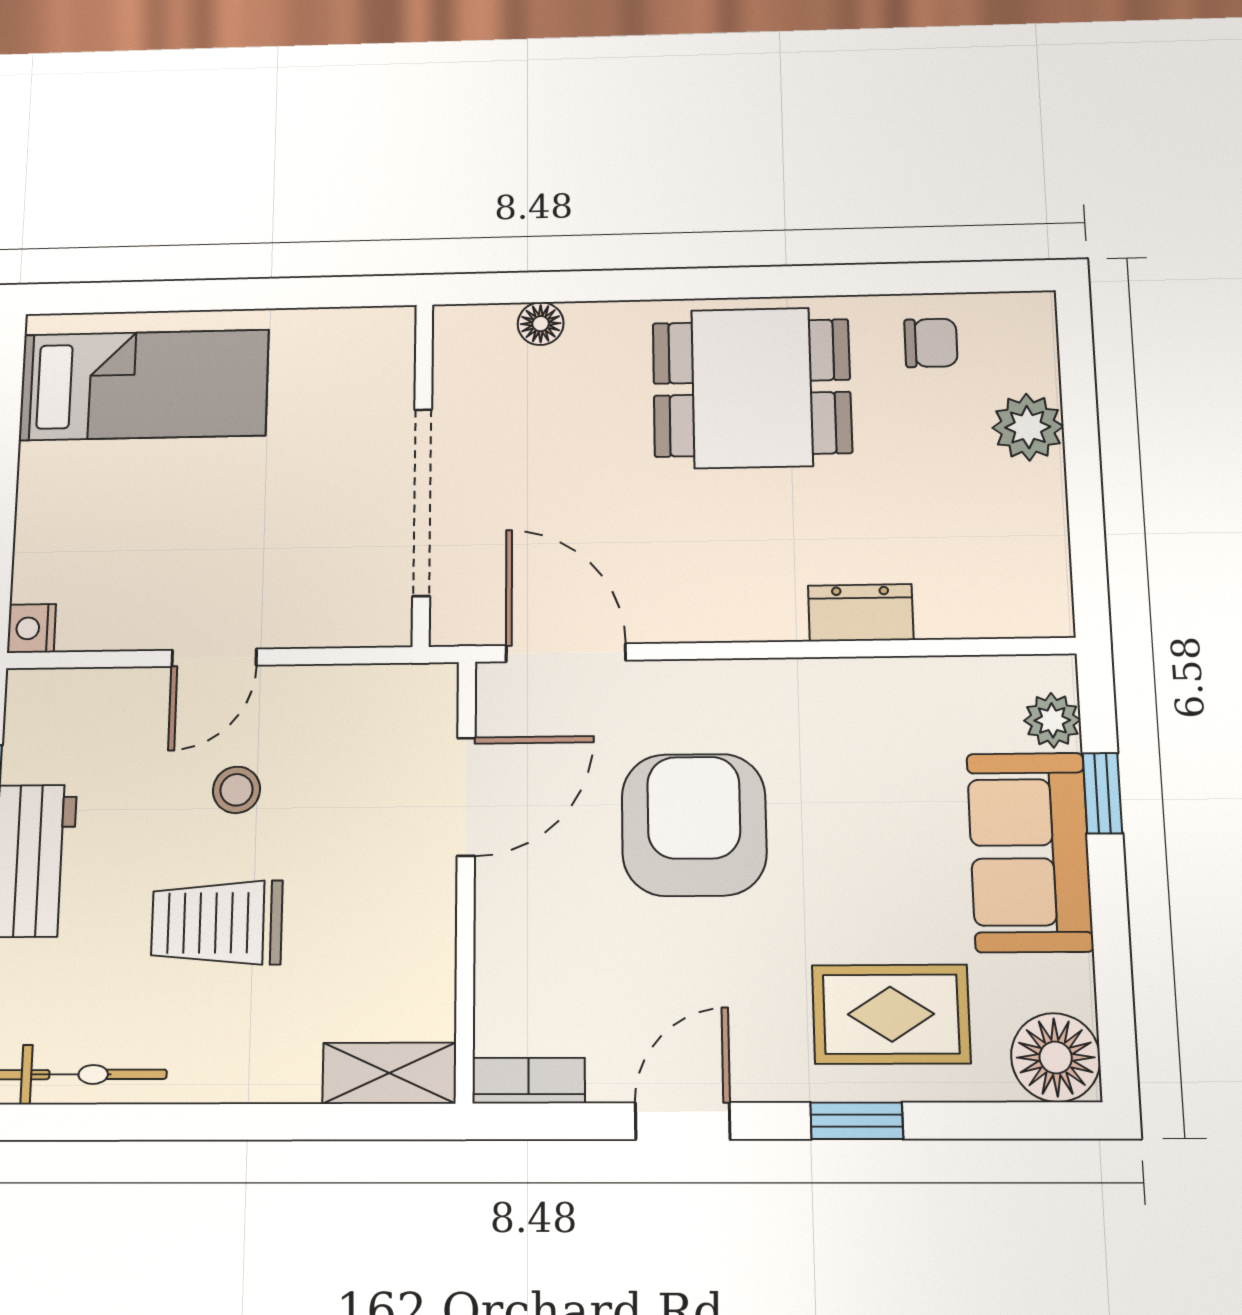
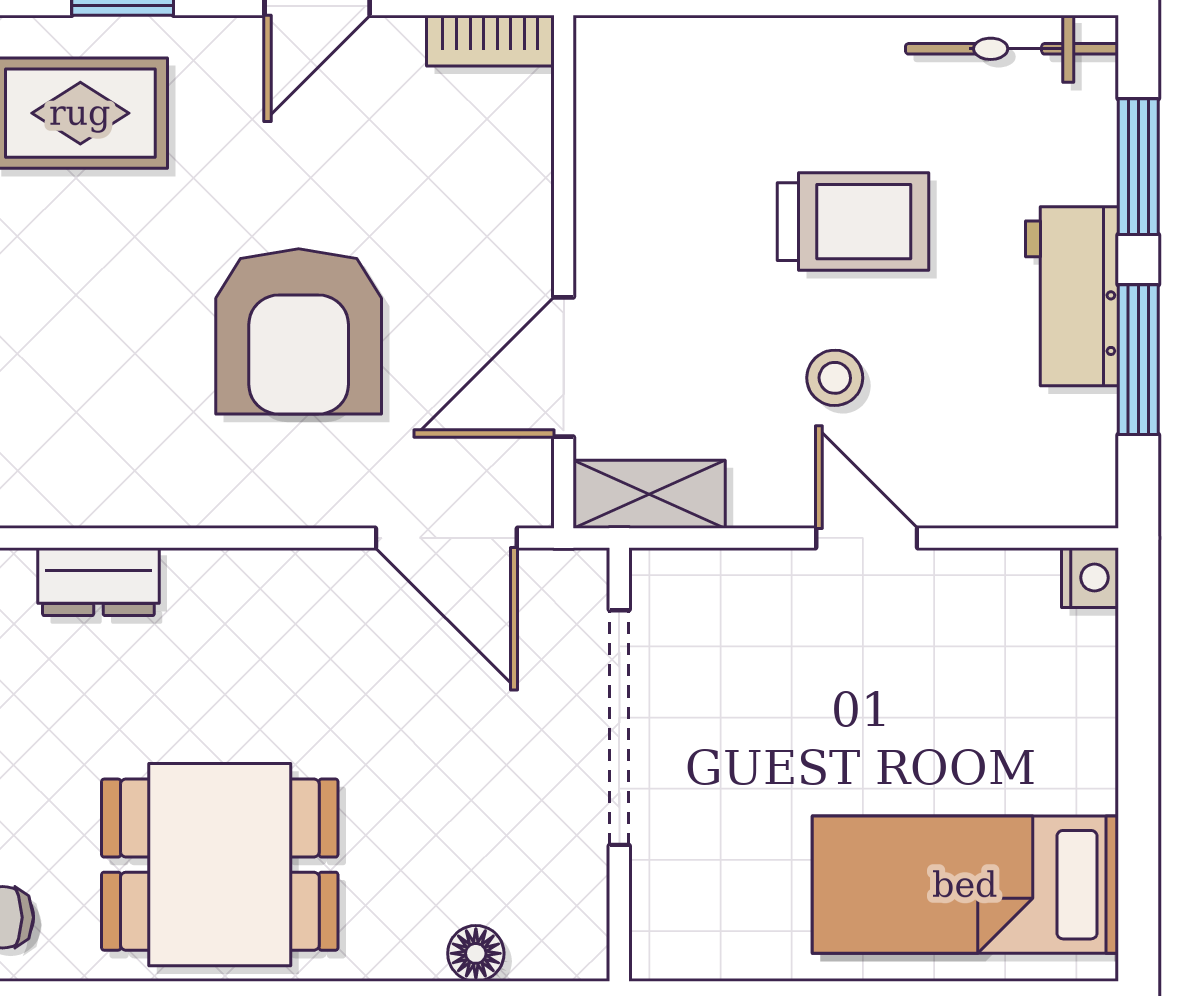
door: (214, 658) -> (867, 538), hinge flipped
shelving: (389, 1073) -> (649, 494), moved

